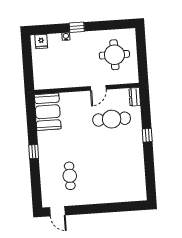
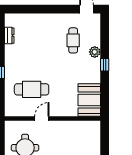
dresser: (135, 97) -> (9, 36), moved
plant: (45, 165) -> (95, 52), added

